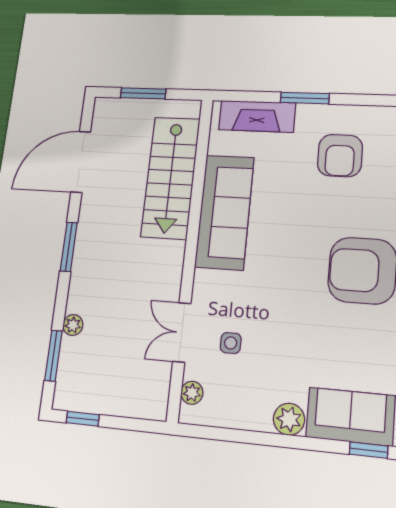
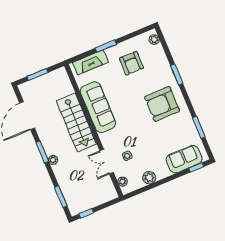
stairs: (171, 177) -> (76, 123), moved
plant: (73, 325) -> (53, 160), moved
plant: (289, 419) -> (149, 178), moved

